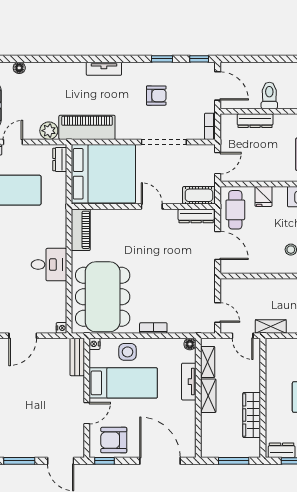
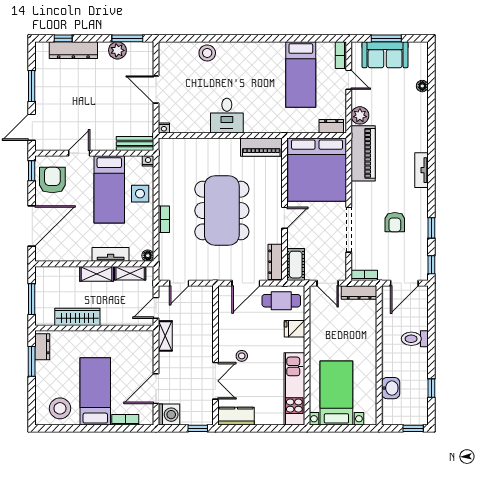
toilet: (269, 95) -> (415, 339), moved, turned 180
dresser: (255, 121) -> (359, 292), moved, turned -90
dining table: (103, 297) -> (222, 211), moved, turned 90
door: (87, 413) -> (79, 153), swing flipped

